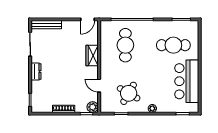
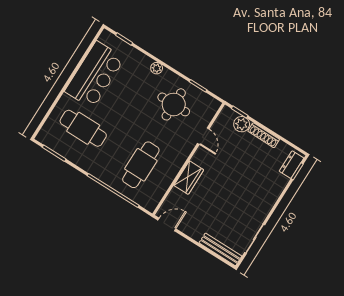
dresser: (36, 72) -> (291, 165), moved
round table: (129, 93) -> (174, 104), turned -30
plant: (93, 107) -> (242, 124), moved

